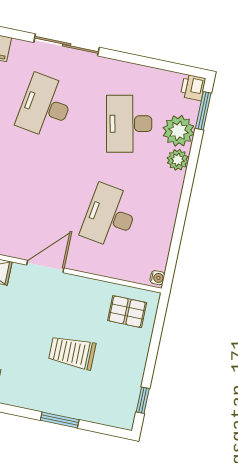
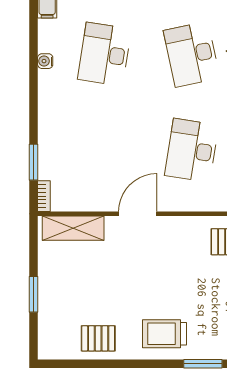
trolley: (72, 352) -> (165, 334), moved
window: (60, 420) -> (203, 364), moved

